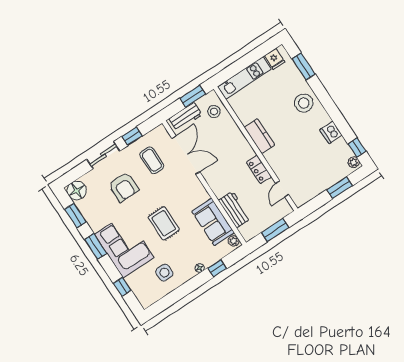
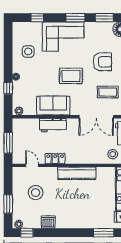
stool: (304, 103) -> (36, 193), moved
kitchen counter: (259, 136) -> (77, 173), width x1.50
armchair: (123, 187) -> (102, 62), turned 180
workbench: (235, 210) -> (53, 125), moved
sofa: (213, 222) -> (53, 106), moved
rug: (164, 223) -> (71, 76), moved

